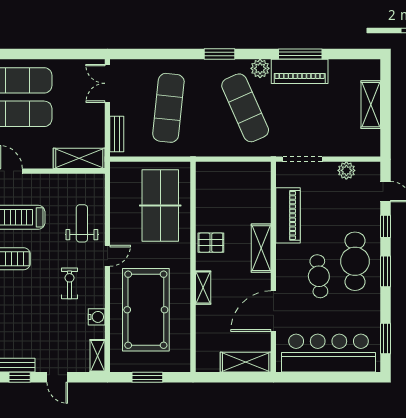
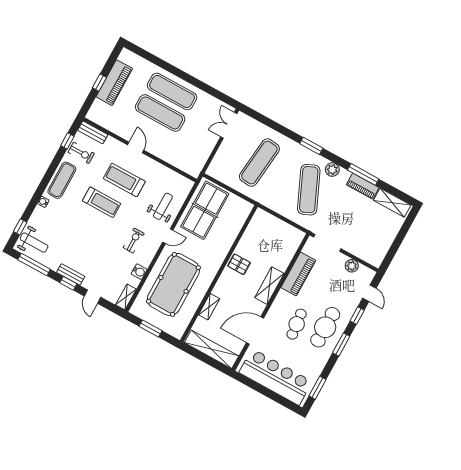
piano: (300, 71) -> (363, 186), width x0.73, depth x0.75
shelving: (371, 105) -> (392, 203), moved, turned 90
bench: (117, 134) -> (217, 161), removed
shelving: (79, 158) -> (184, 163), removed
table tennis table: (160, 205) -> (205, 210), moved
shelving: (203, 288) -> (209, 307), moved
shelving: (246, 362) -> (212, 349), width x1.47

